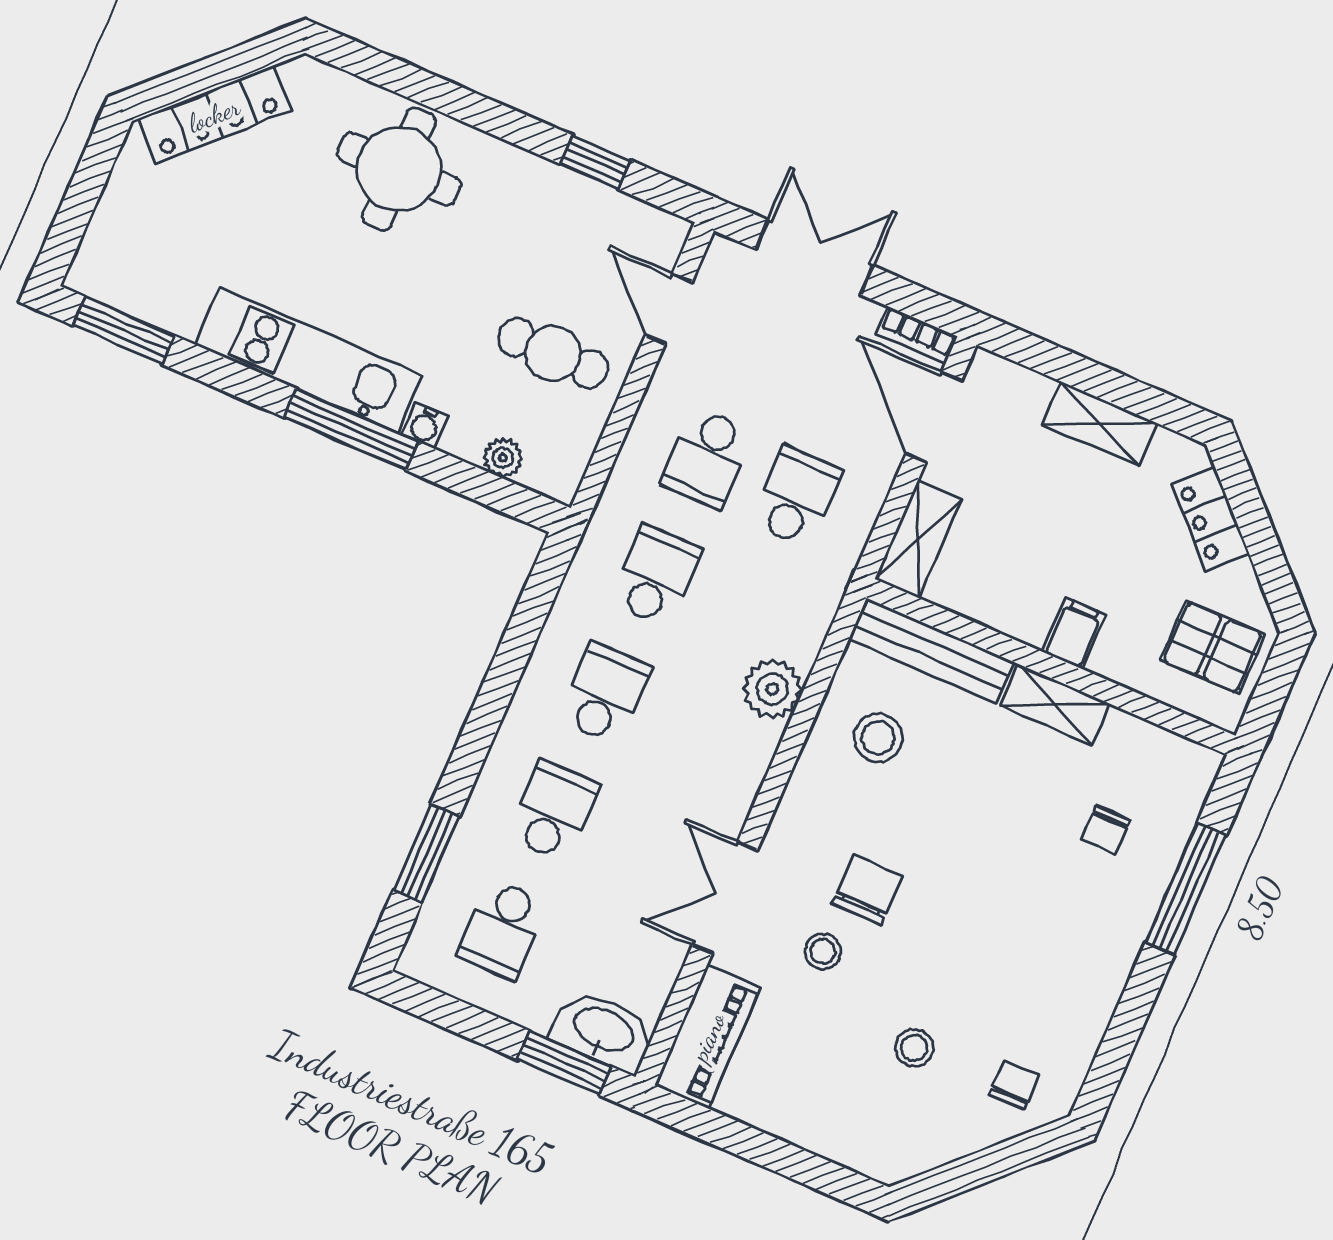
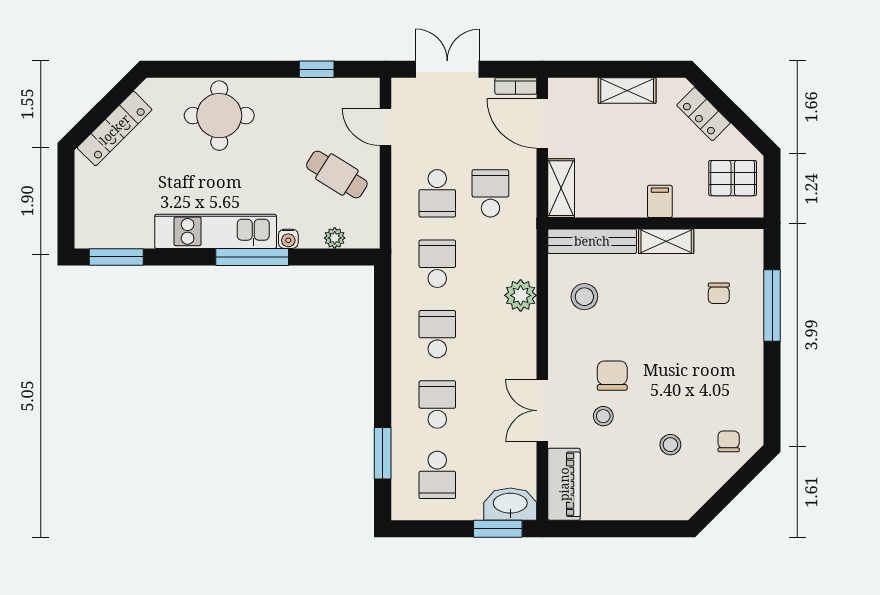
cafe table: (553, 353) -> (337, 175), turned 32

